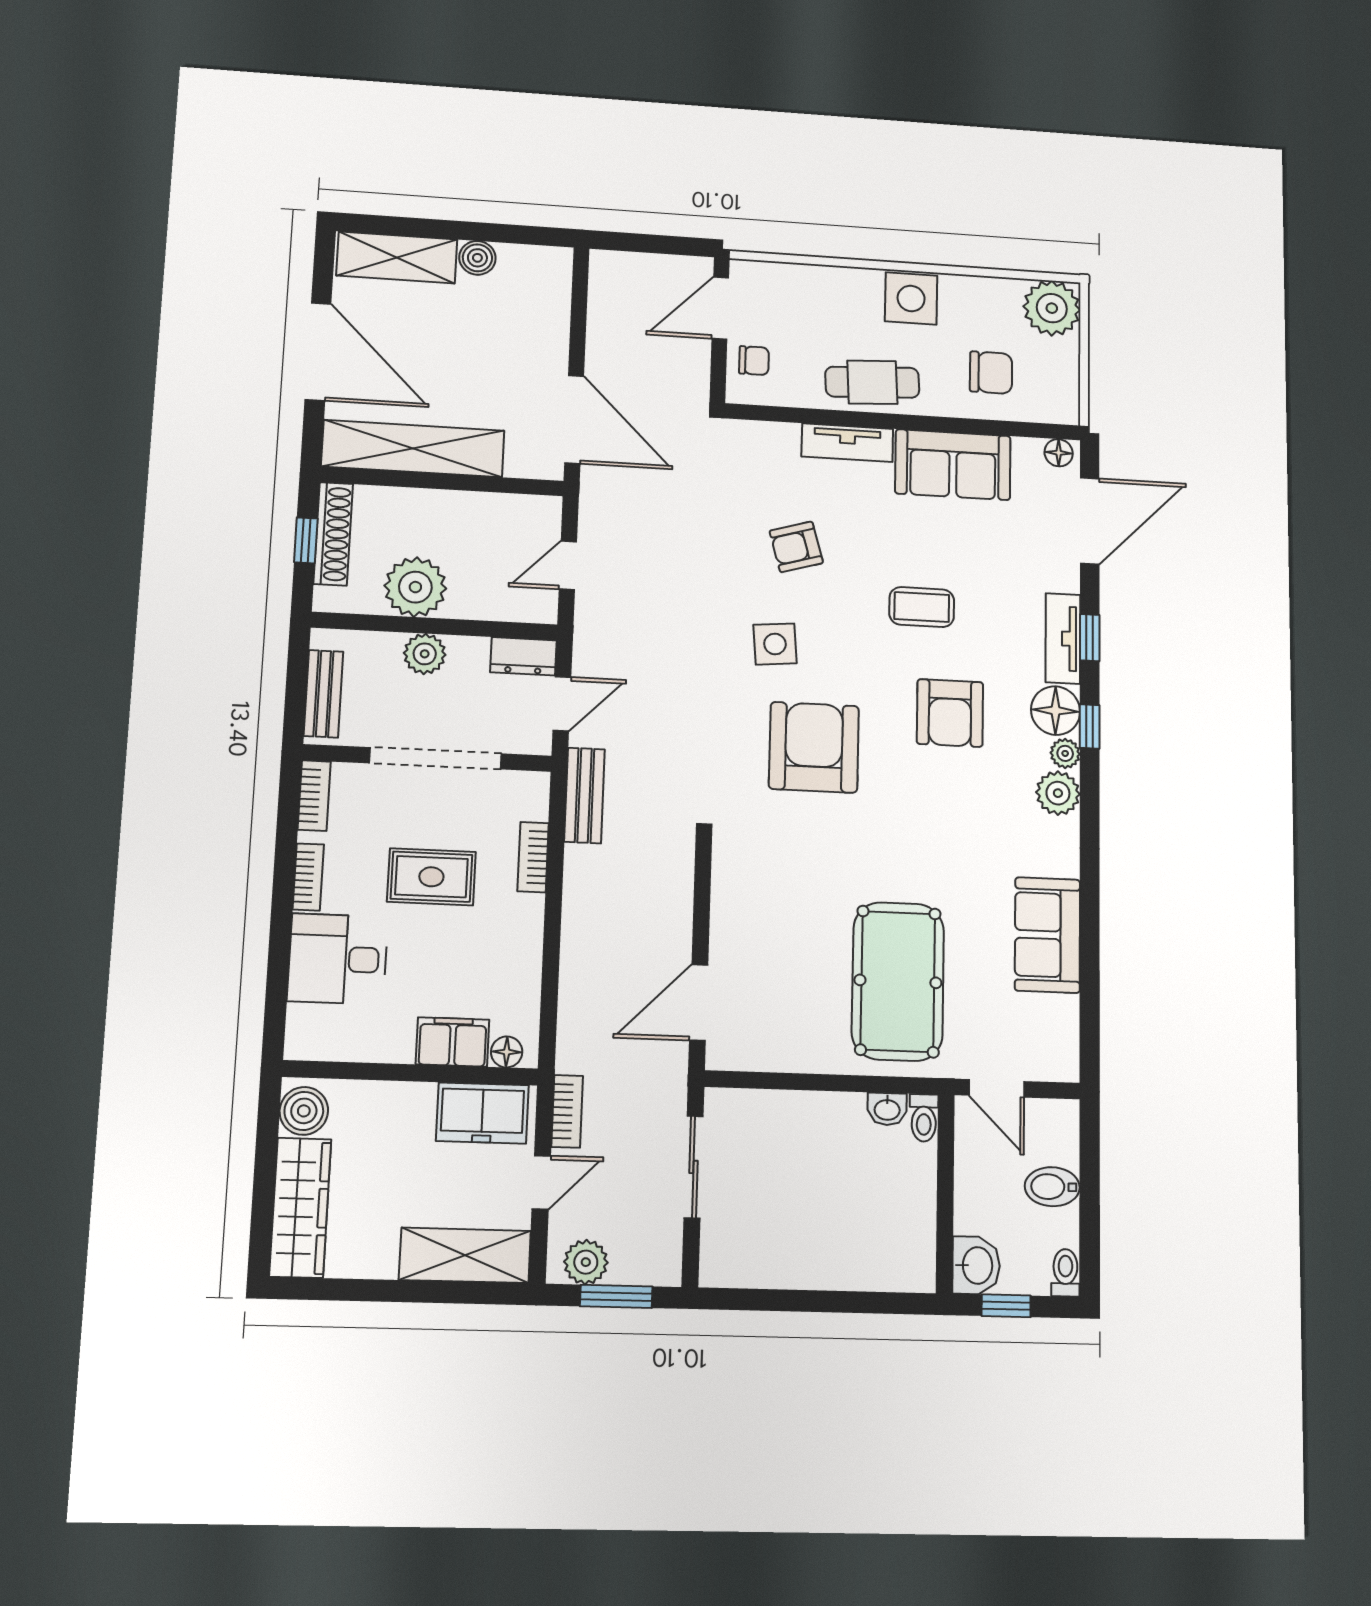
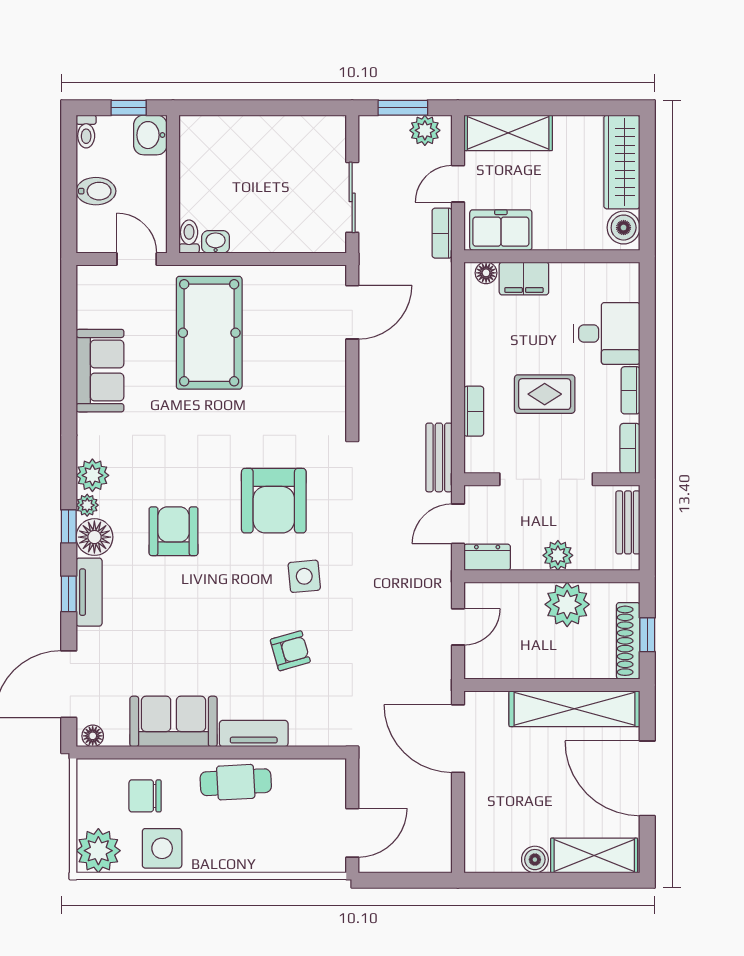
side table: (911, 299) -> (162, 848), moved
chair: (754, 361) -> (326, 793), removed
coffee table: (922, 607) -> (196, 610), removed

